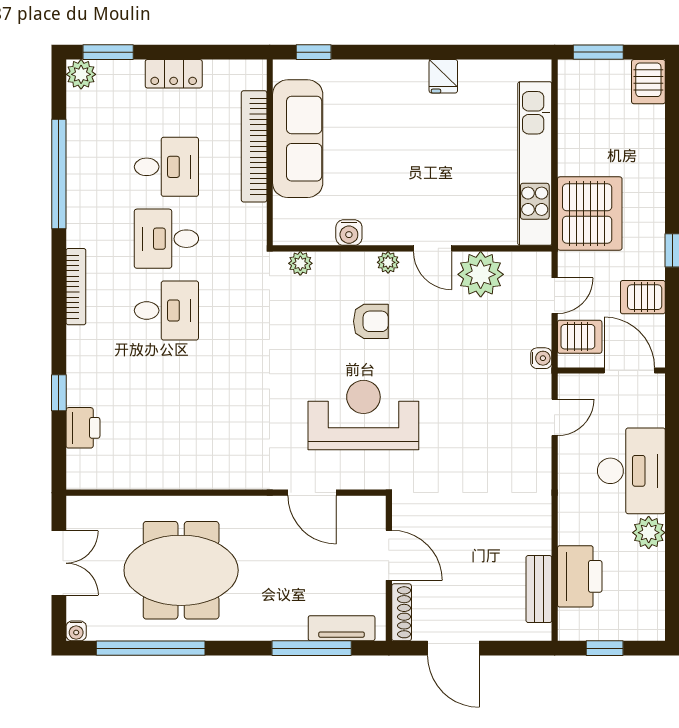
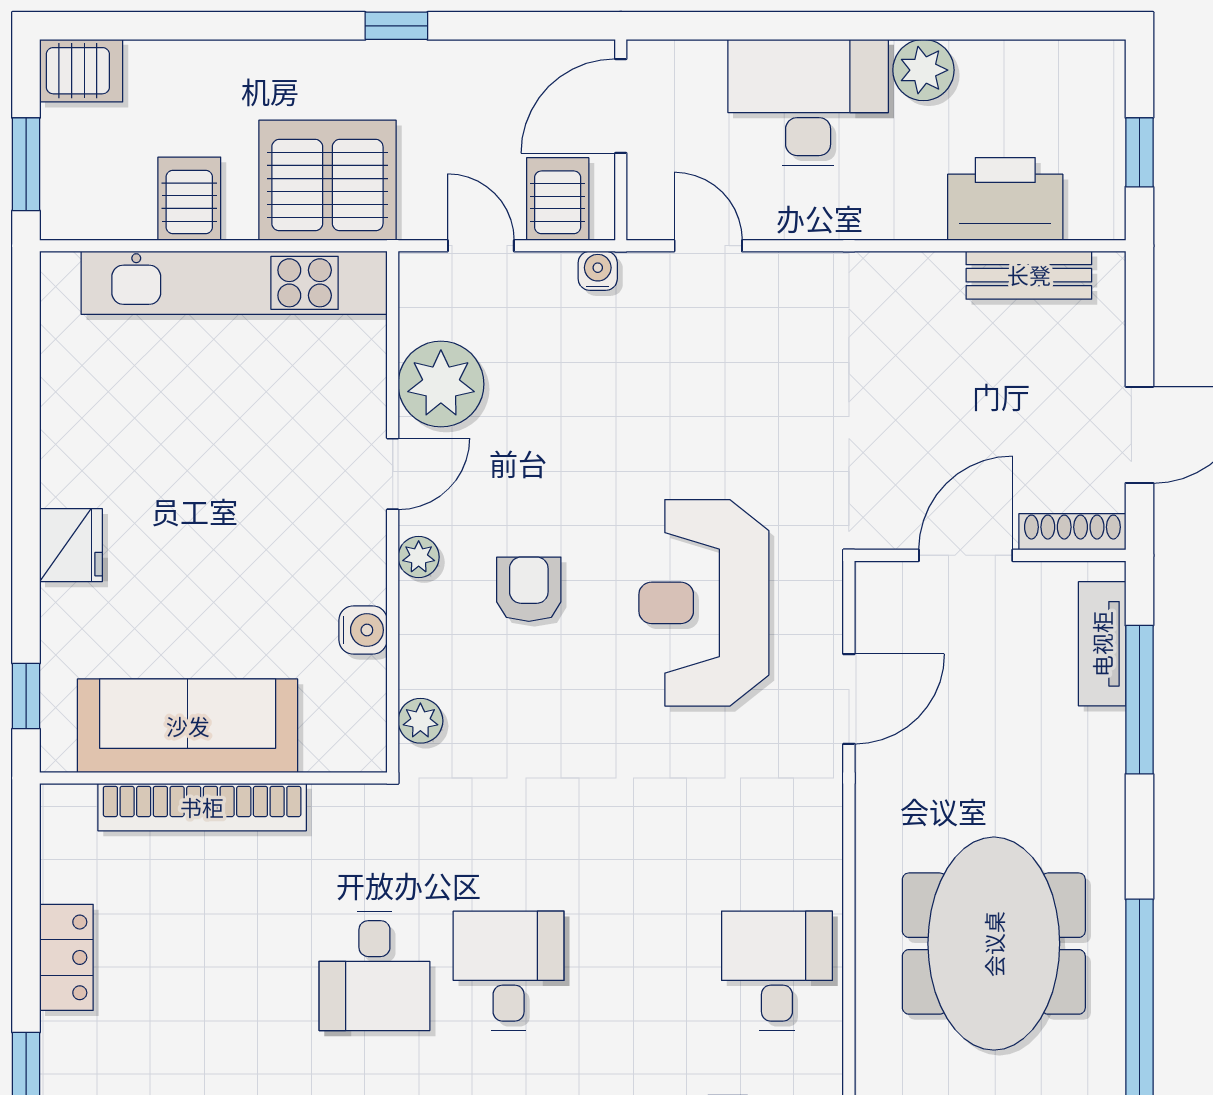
fridge: (443, 76) -> (71, 545), moved, width x1.38
desk: (166, 167) -> (777, 971), moved
server rack: (643, 297) -> (189, 199), moved, turned 180

